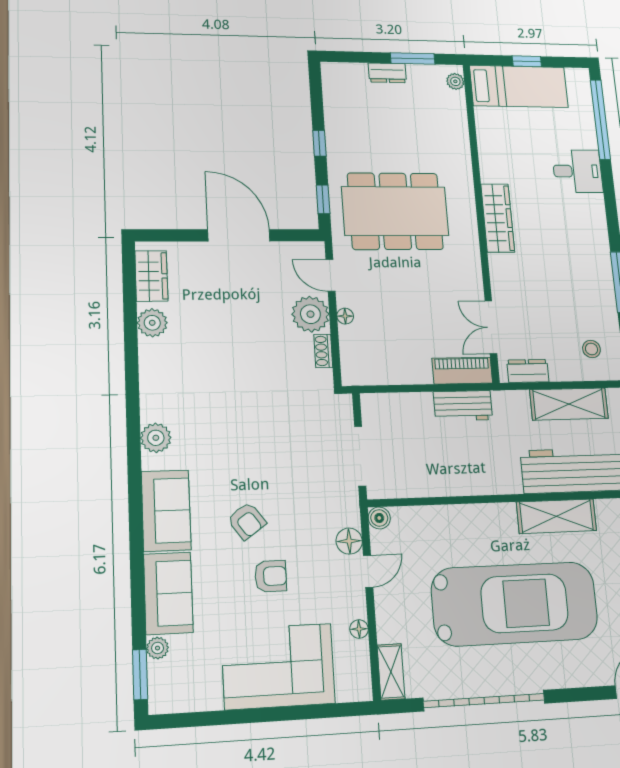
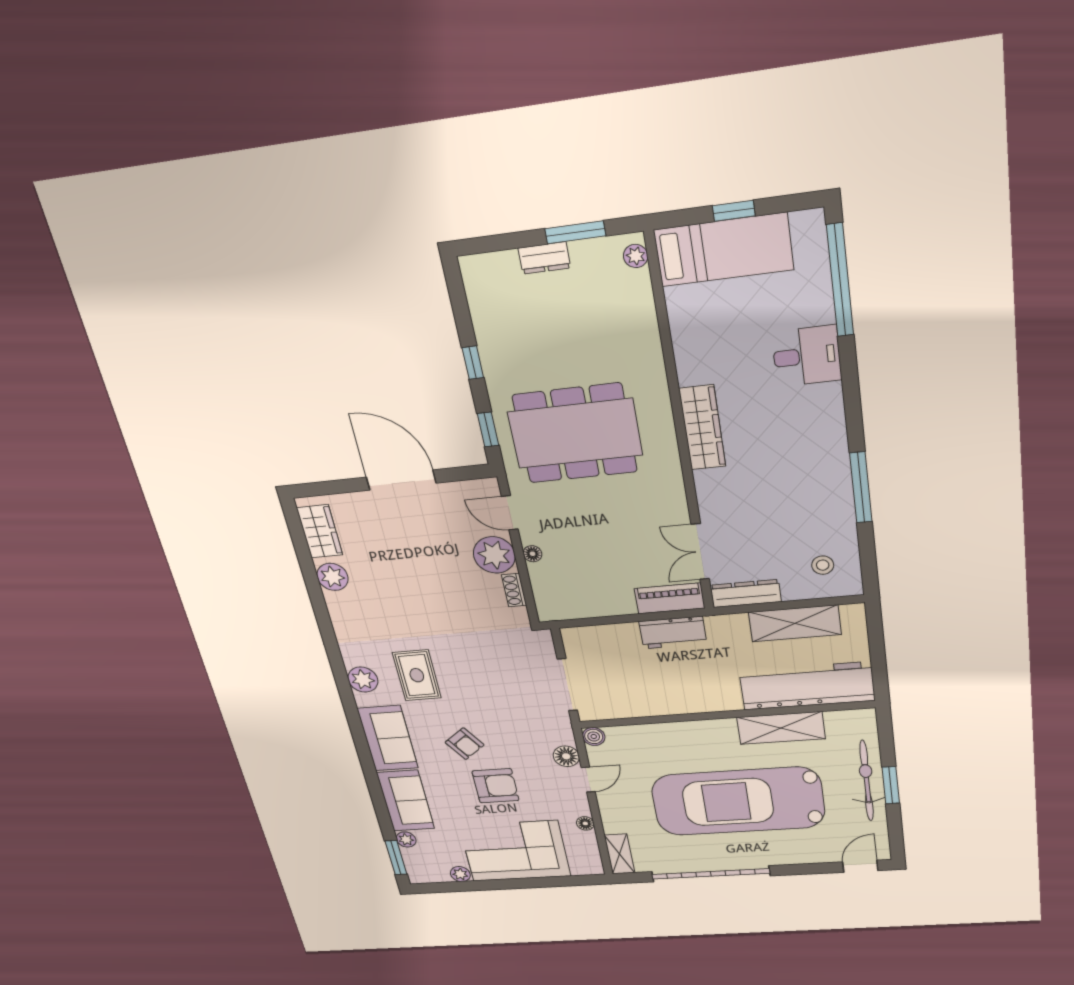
dresser: (528, 371) -> (746, 593), width x1.44
rug: (213, 436) -> (417, 675), added
armchair: (271, 576) -> (496, 786), width x1.38, depth x1.38
car: (515, 604) -> (738, 801), turned 180
plant: (211, 700) -> (460, 874), added

